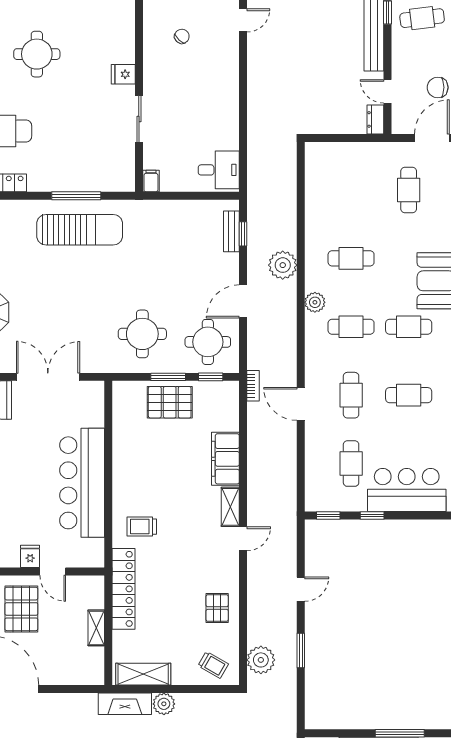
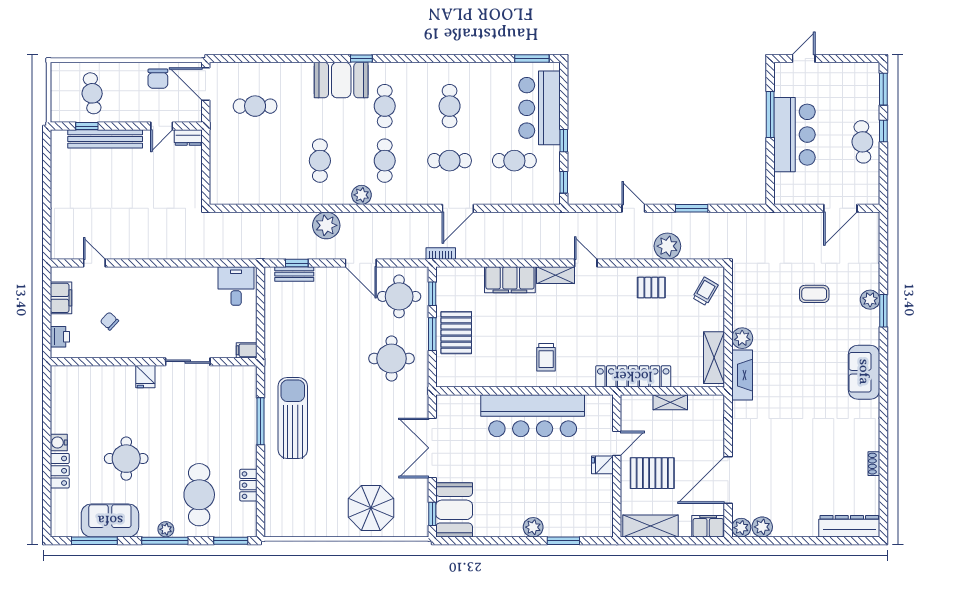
trolley: (142, 527) -> (546, 357), moved
plant: (261, 660) -> (667, 246), moved

